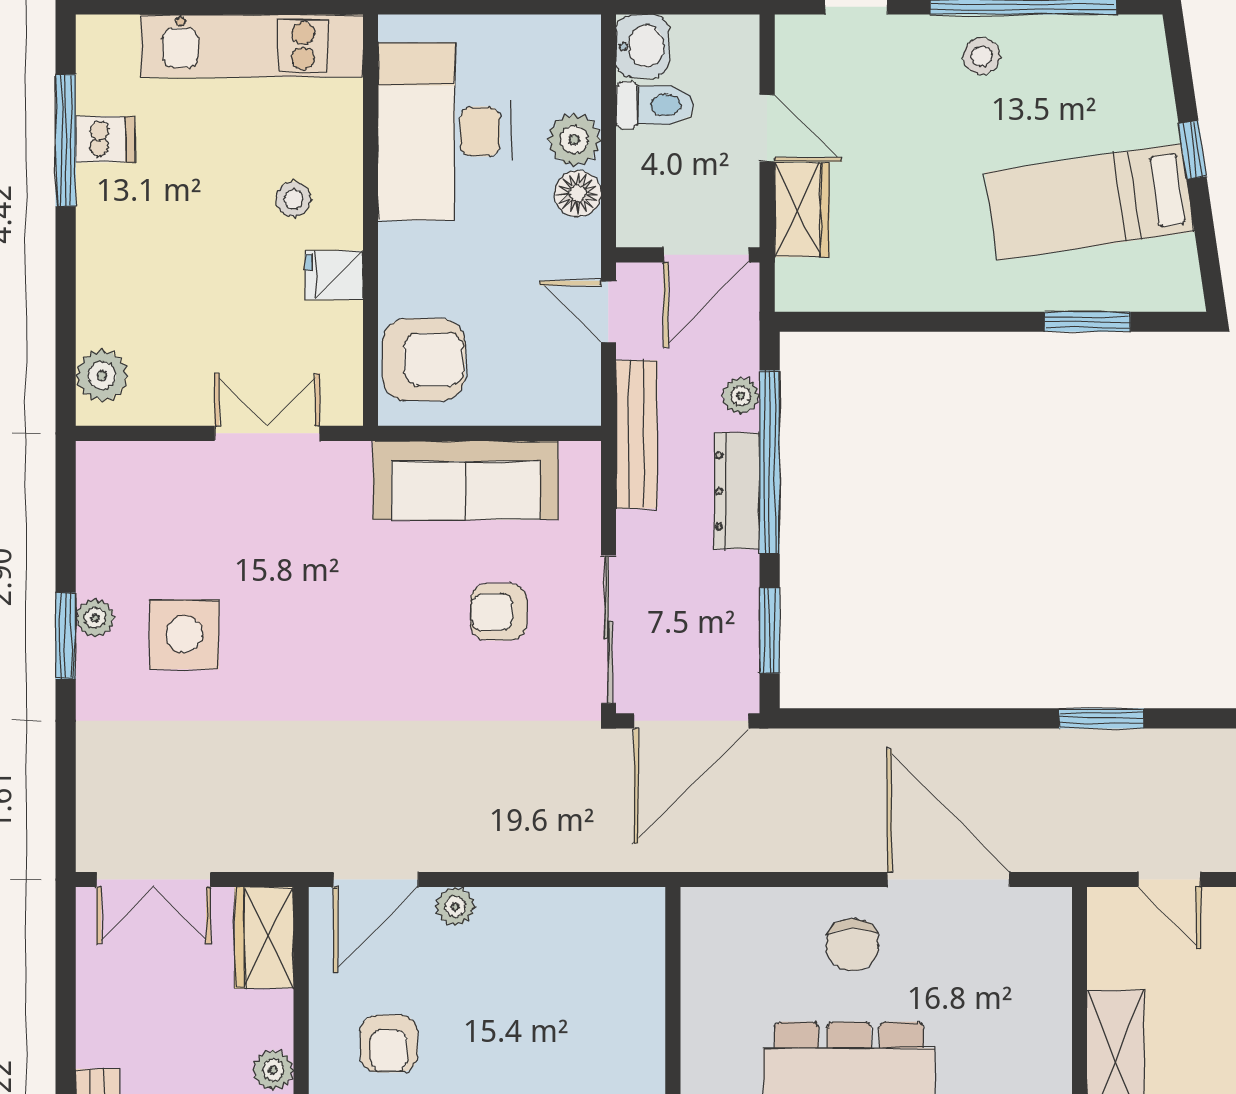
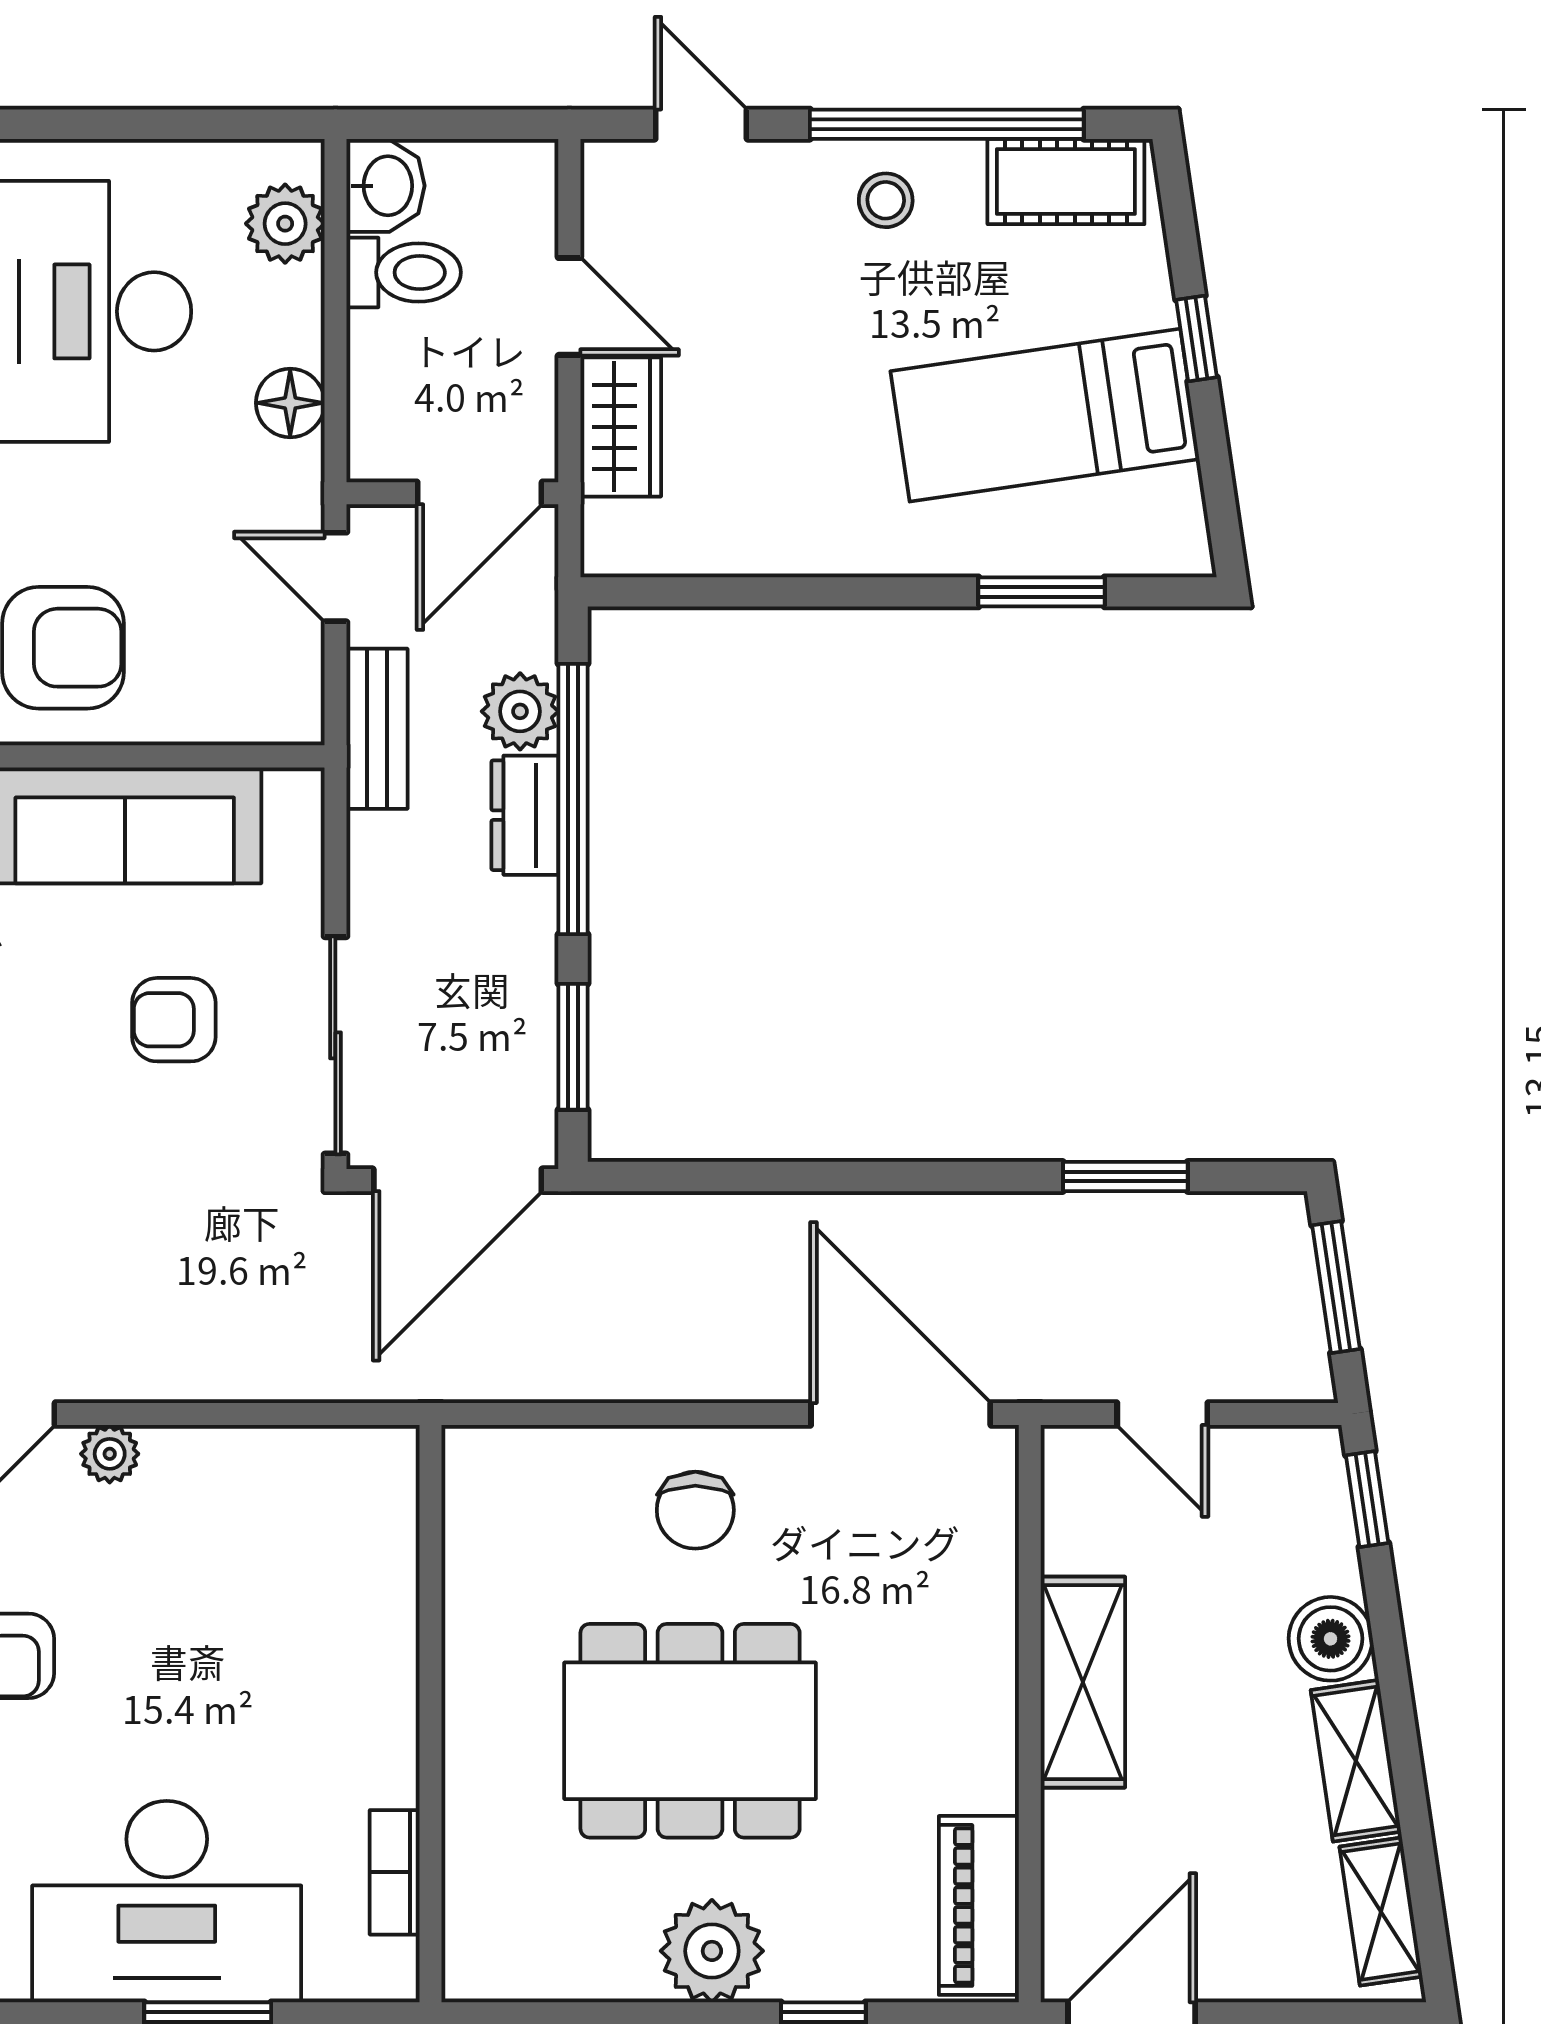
cot: (1104, 43) -> (1066, 181), added
plant: (574, 140) -> (285, 224), moved
plant: (741, 396) -> (520, 711), width x1.38, depth x1.38
bench: (637, 434) -> (377, 729), width x0.73
dresser: (737, 491) -> (525, 815), width x0.70
window: (1101, 718) -> (1125, 1176), moved
door: (948, 880) -> (901, 1414), moved

